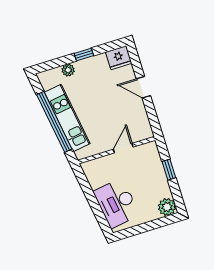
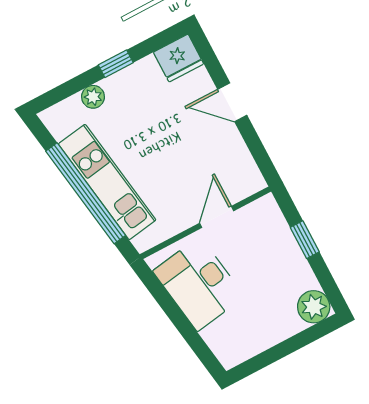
desk: (117, 203) -> (199, 284), moved

